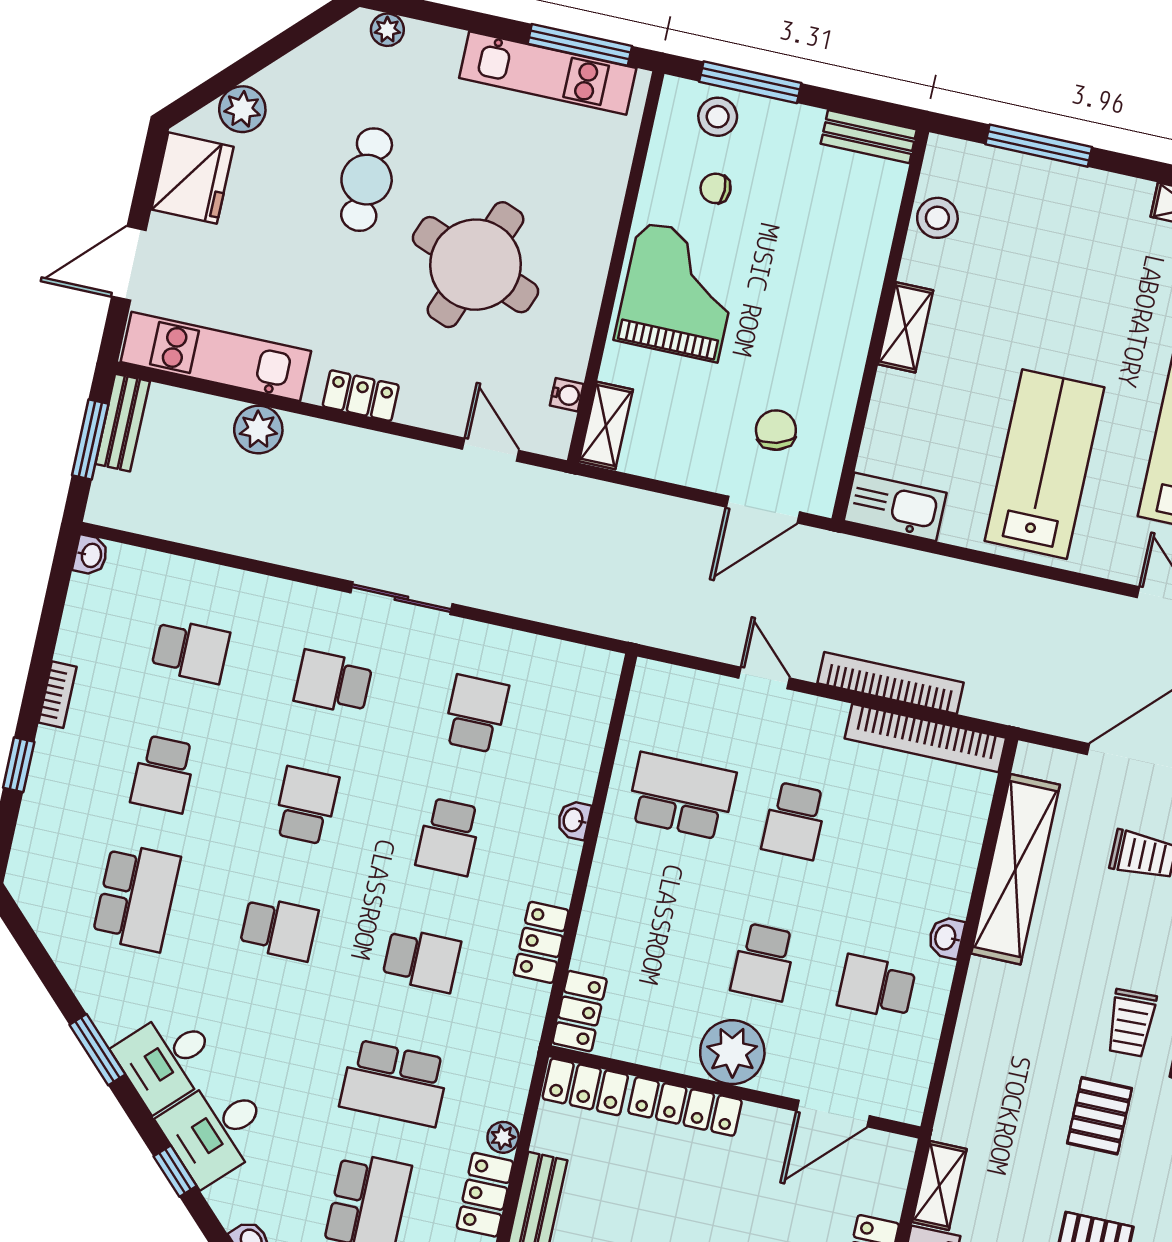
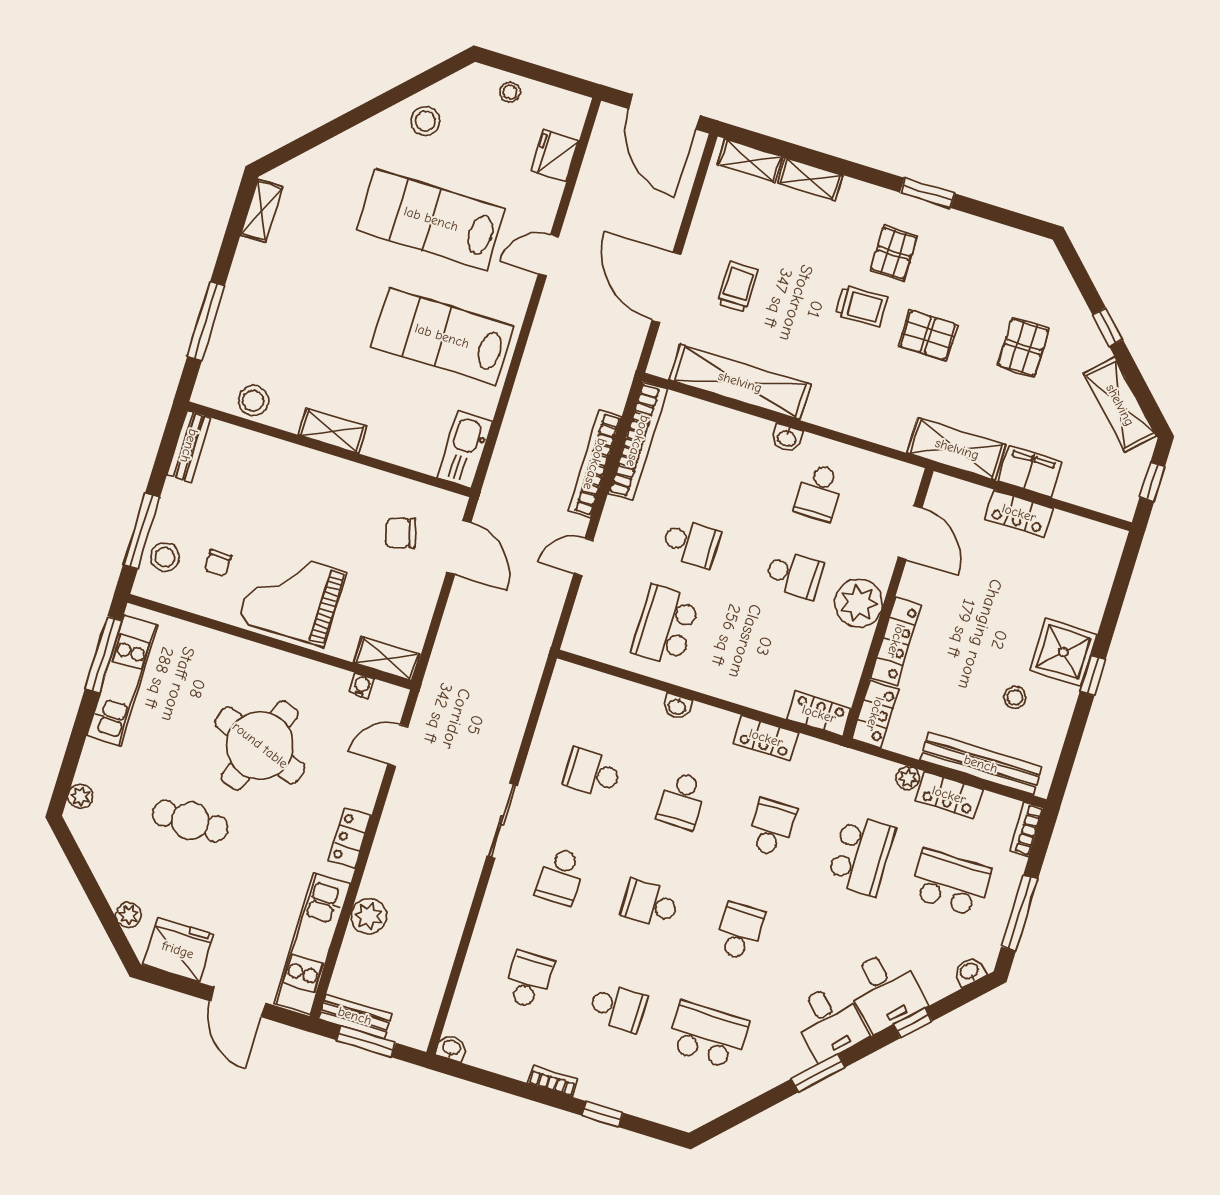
plant: (242, 109) -> (129, 915), width x0.73, depth x0.73
school desk: (449, 837) -> (682, 800), turned 90
shelving: (939, 1185) -> (957, 449), width x1.50, depth x1.33

